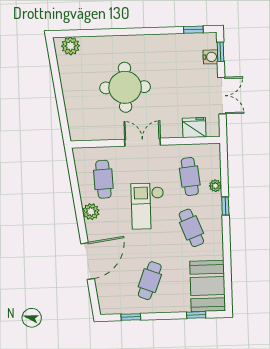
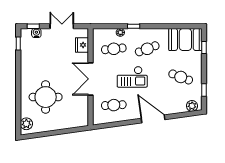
round table: (125, 87) -> (46, 97), moved
double door: (142, 142) -> (90, 79), width x1.37
plant: (91, 212) -> (192, 106), moved
door: (88, 261) -> (153, 119), moved

